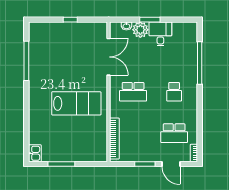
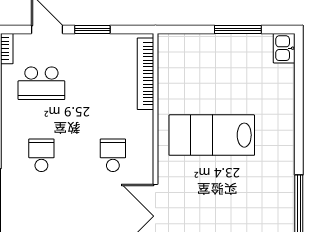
school desk: (133, 92) -> (113, 155), width x0.54
school desk: (174, 133) -> (41, 83), turned 180

